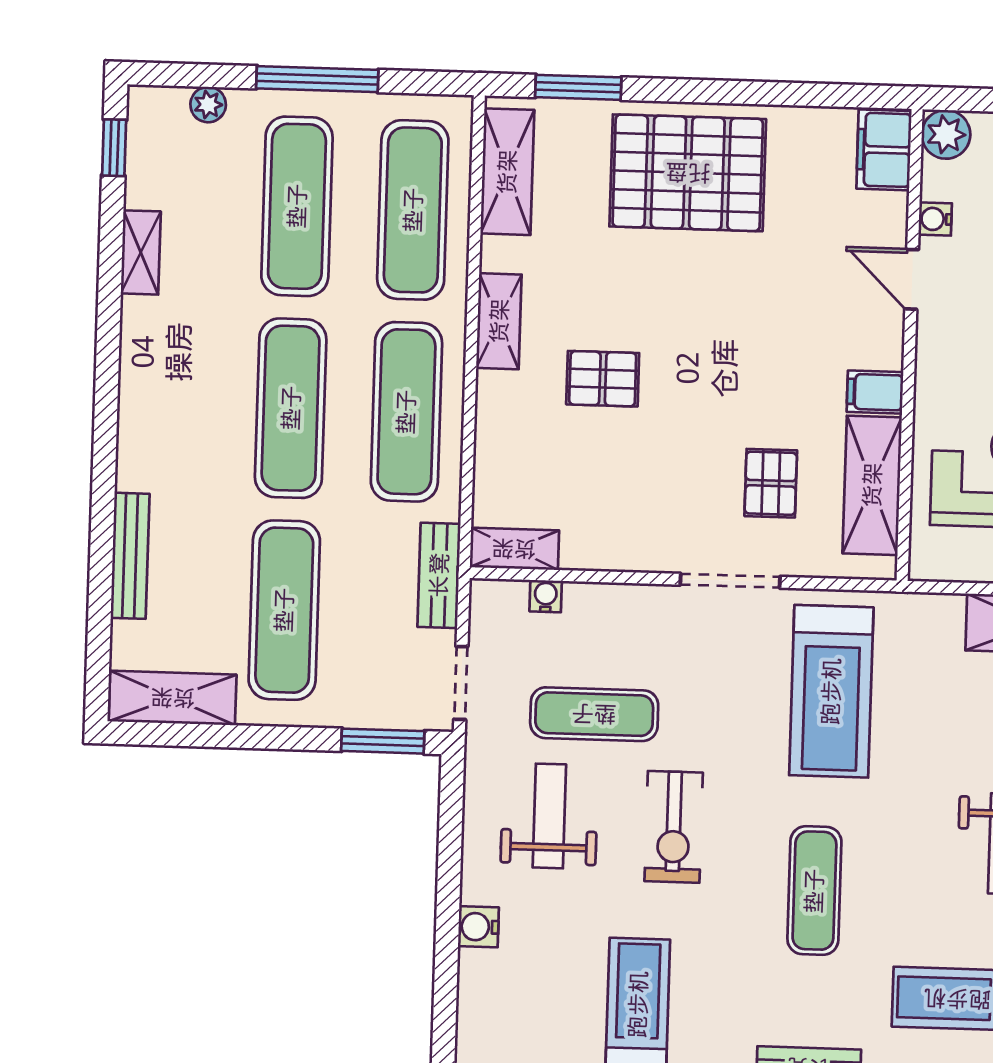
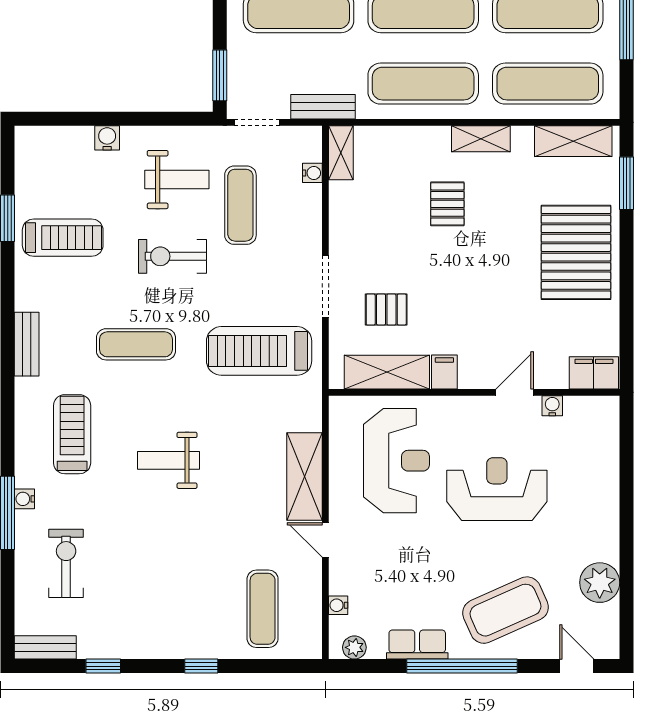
plant: (946, 134) -> (605, 411), removed

